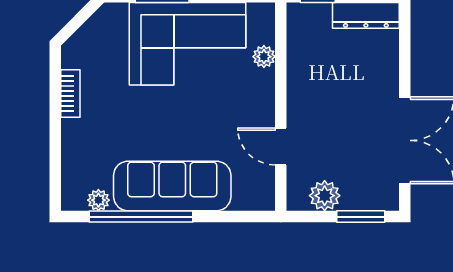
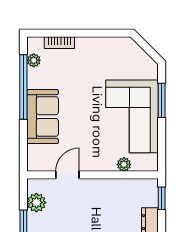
bookcase: (70, 93) -> (59, 43), moved
sofa: (172, 186) -> (43, 117), width x0.73

